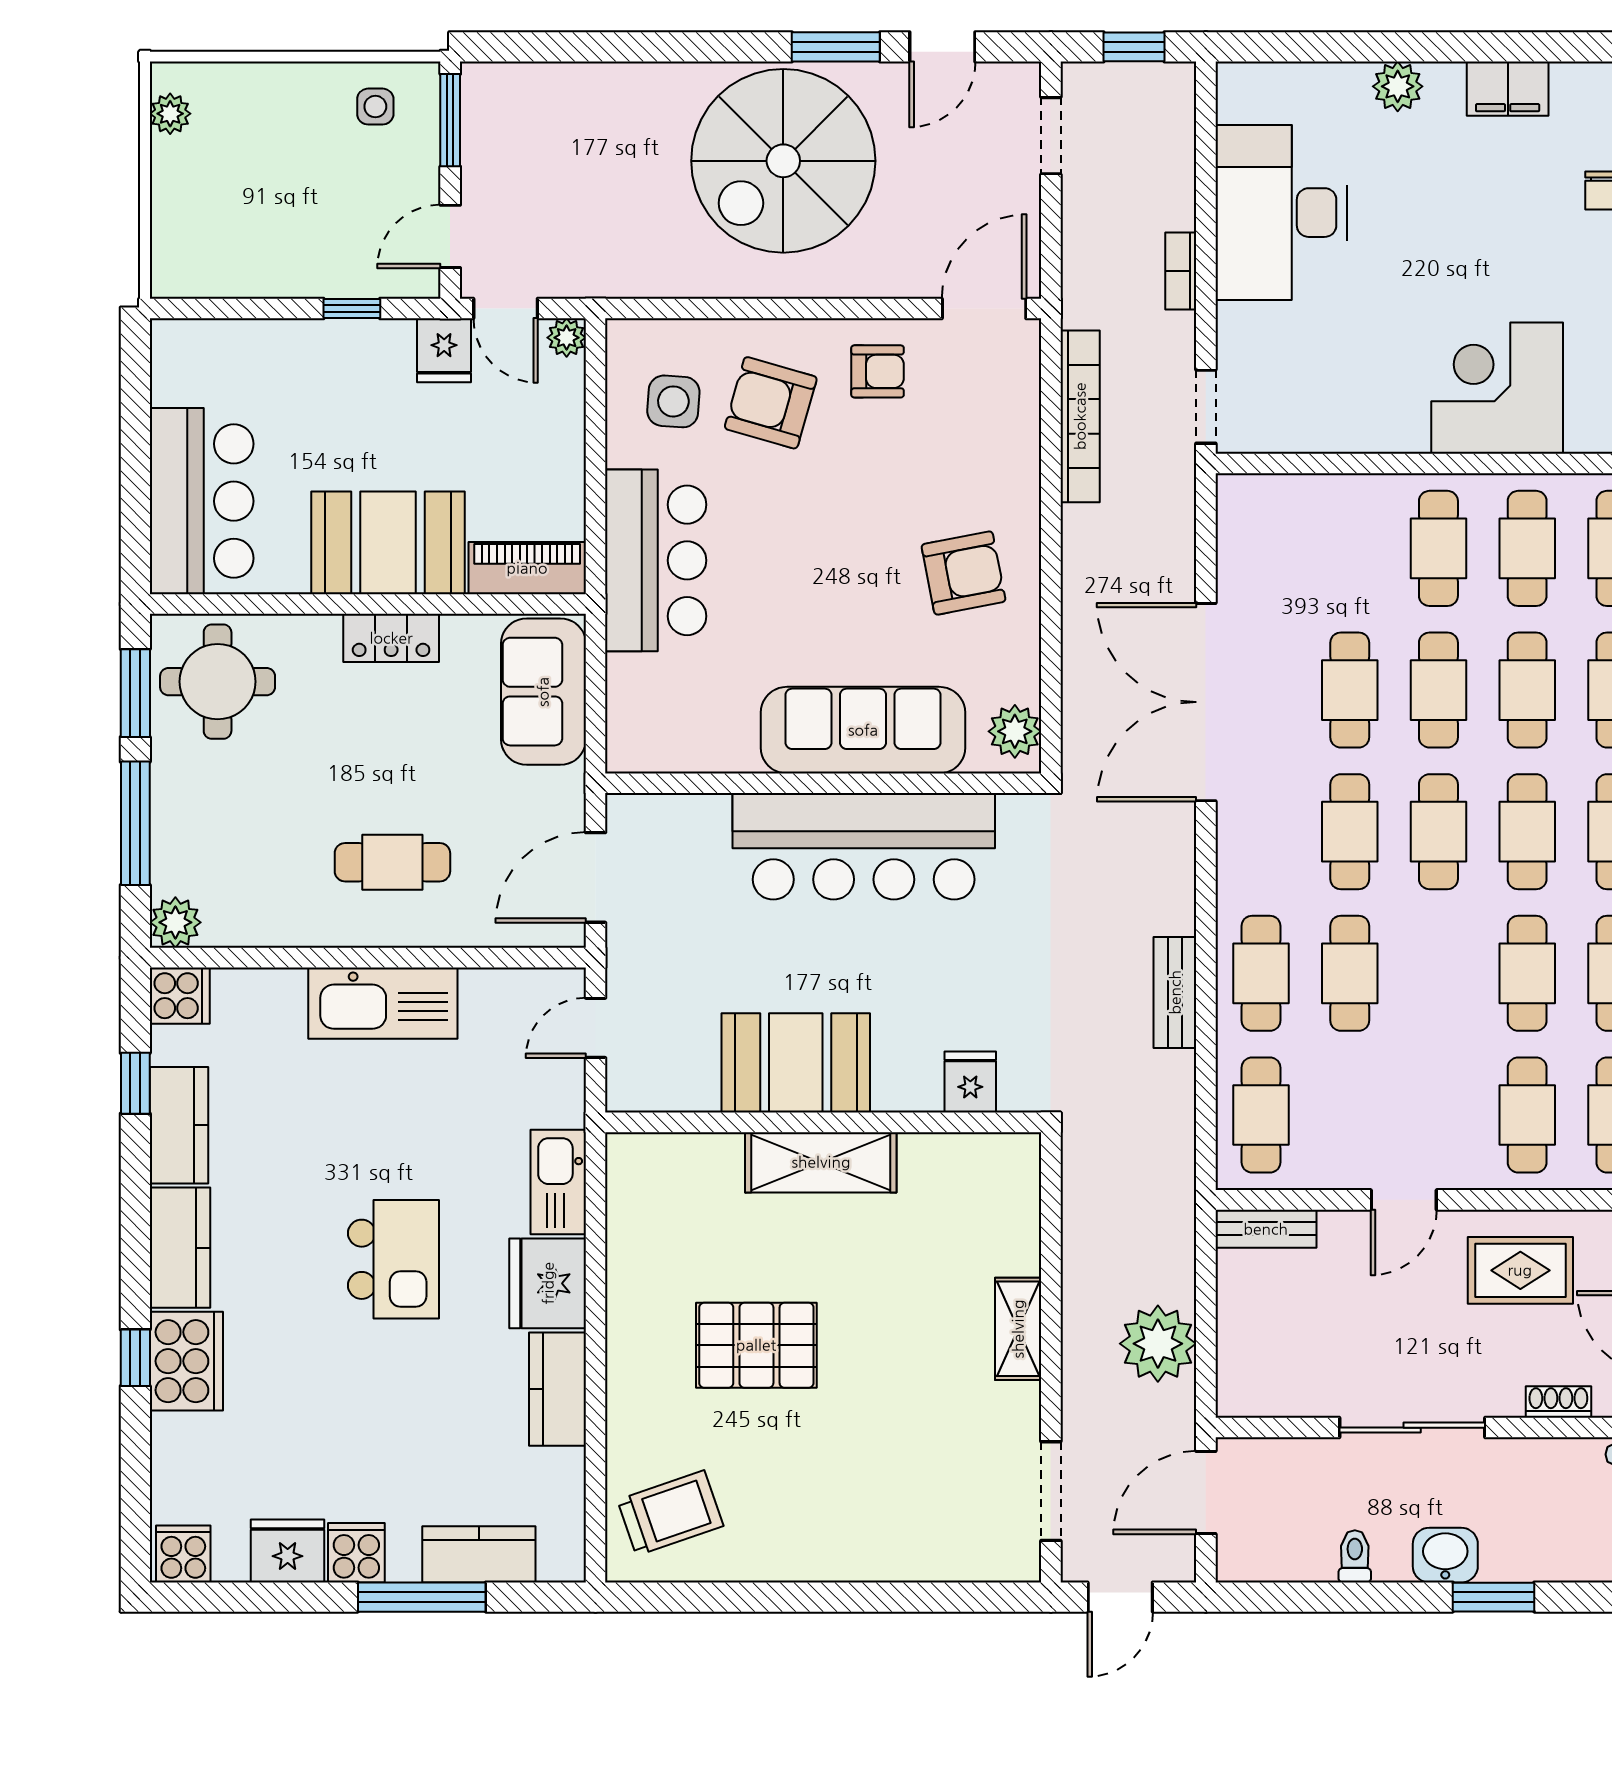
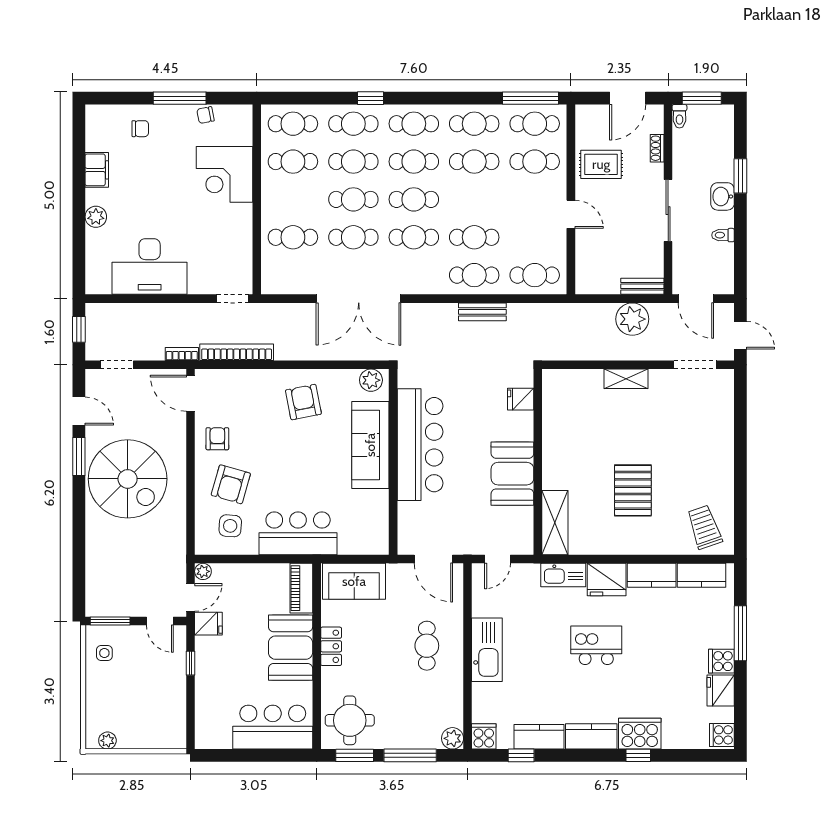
bookcase: (1181, 271) -> (182, 354), moved, turned 180
cafe table: (1438, 548) -> (293, 237), moved
door: (596, 1028) -> (498, 559), hinge flipped
shelving: (821, 1162) -> (555, 523), moved
bench: (1266, 1229) -> (642, 286), moved, turned 90
rug: (1520, 1270) -> (601, 164), turned 90
kitchen counter: (479, 1554) -> (702, 575), moved, turned -90

